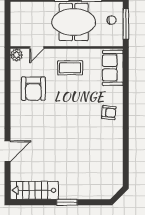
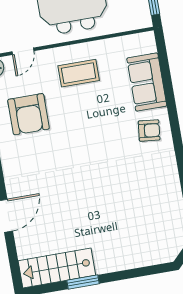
sofa: (113, 68) -> (147, 82), moved
window: (67, 202) -> (83, 282), moved

